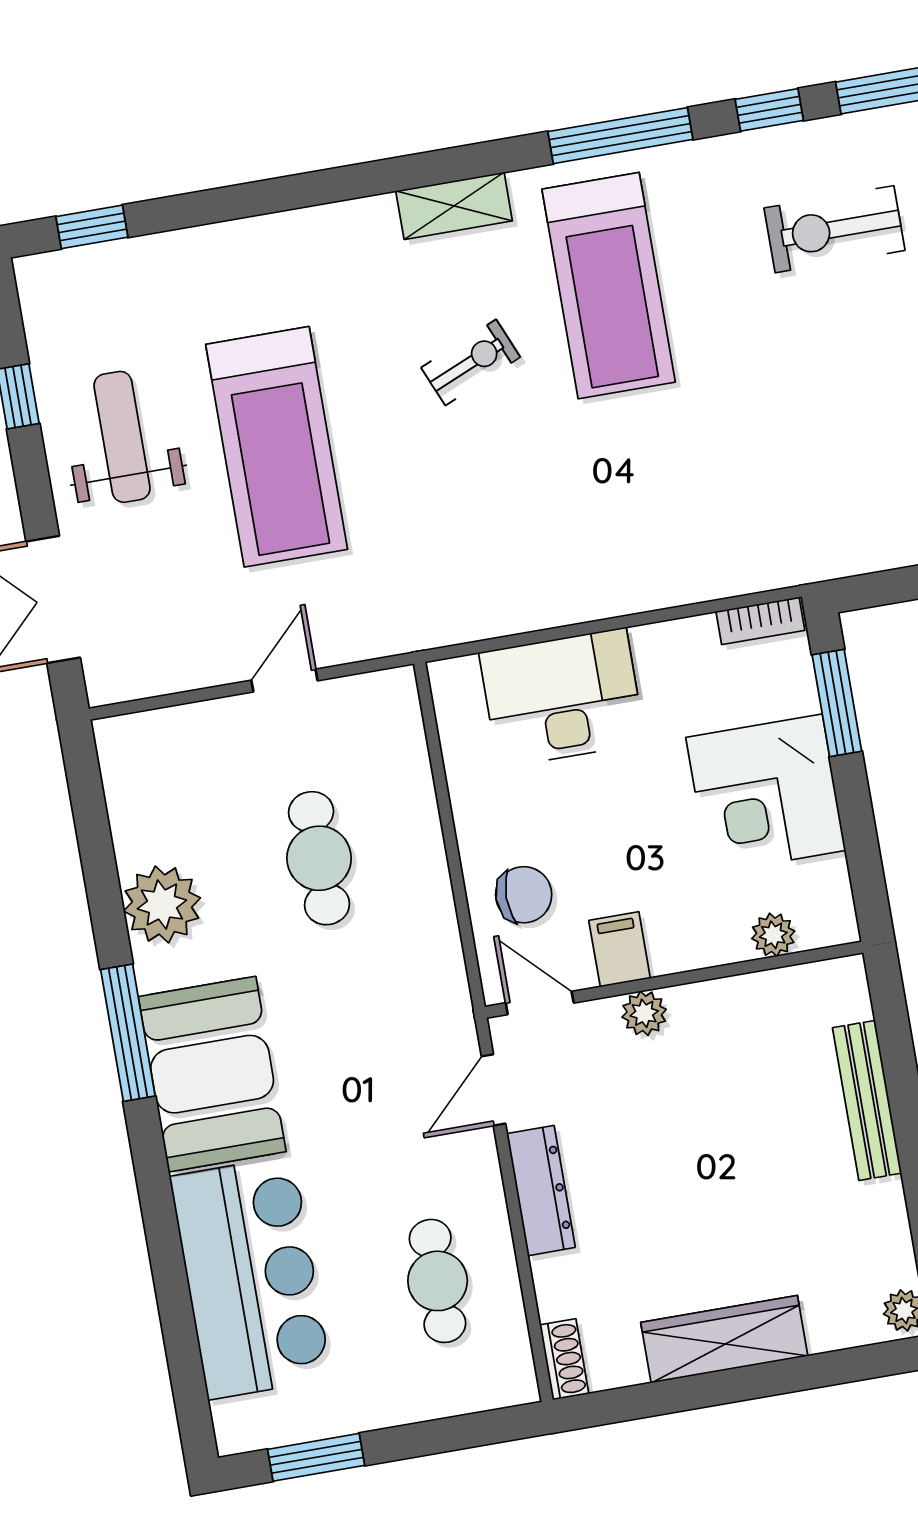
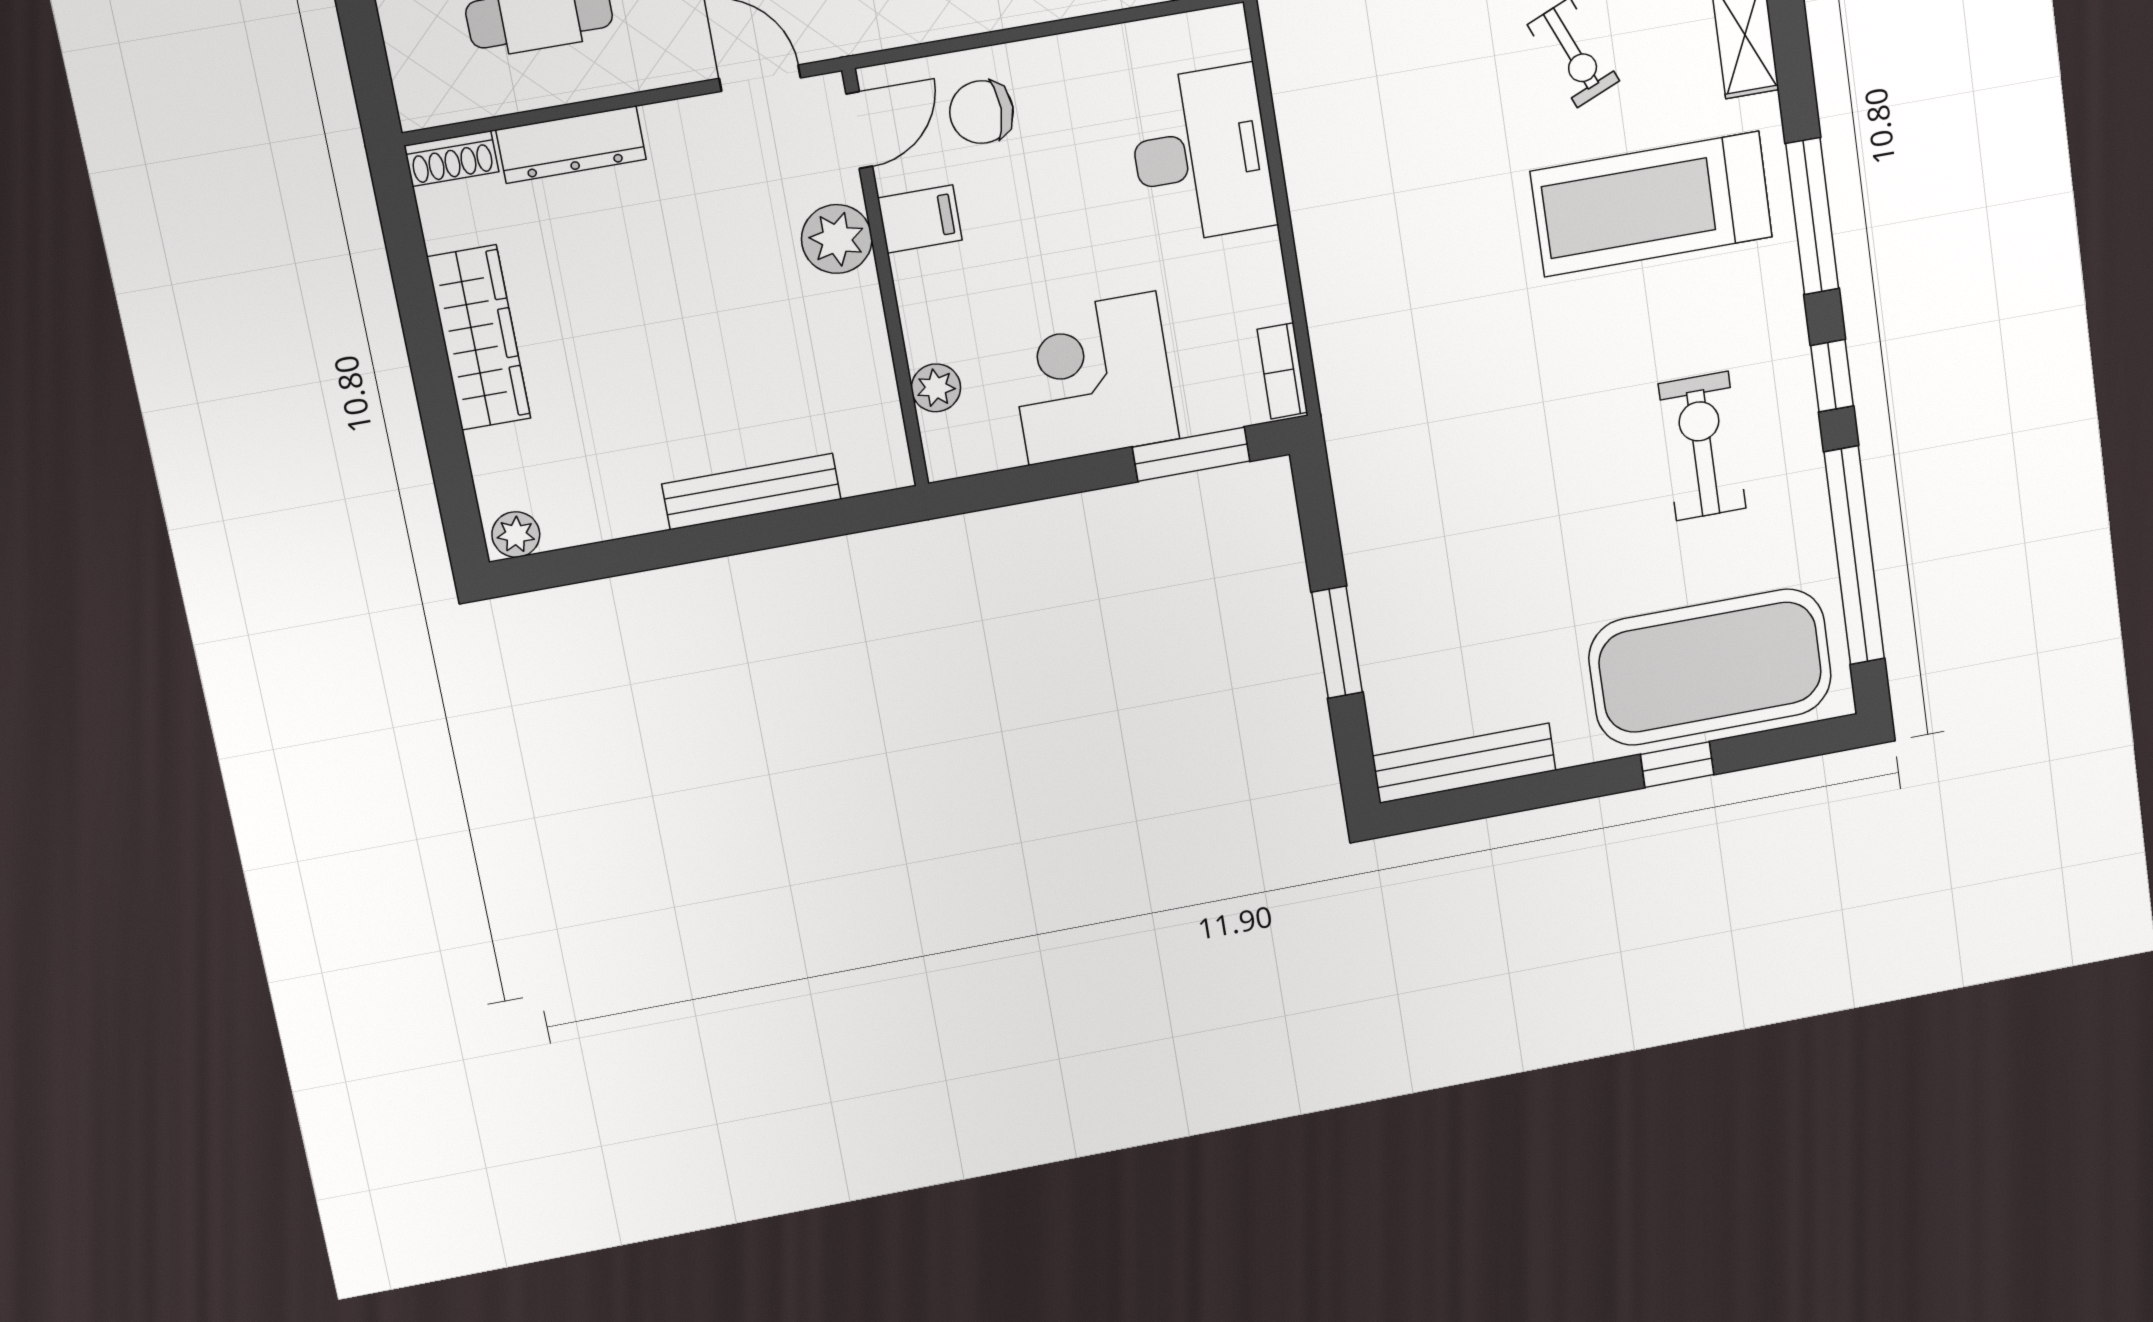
chair: (524, 895) -> (982, 112), turned 90
plant: (644, 1013) -> (837, 239), width x1.38, depth x1.38
dresser: (541, 1191) -> (571, 145), moved

